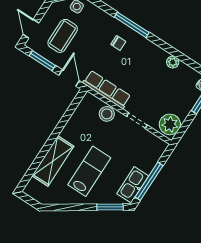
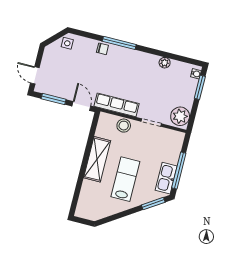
coffee table: (63, 36) -> (64, 72), removed
chair: (118, 43) -> (102, 49), moved
shelving: (53, 161) -> (97, 159), moved

